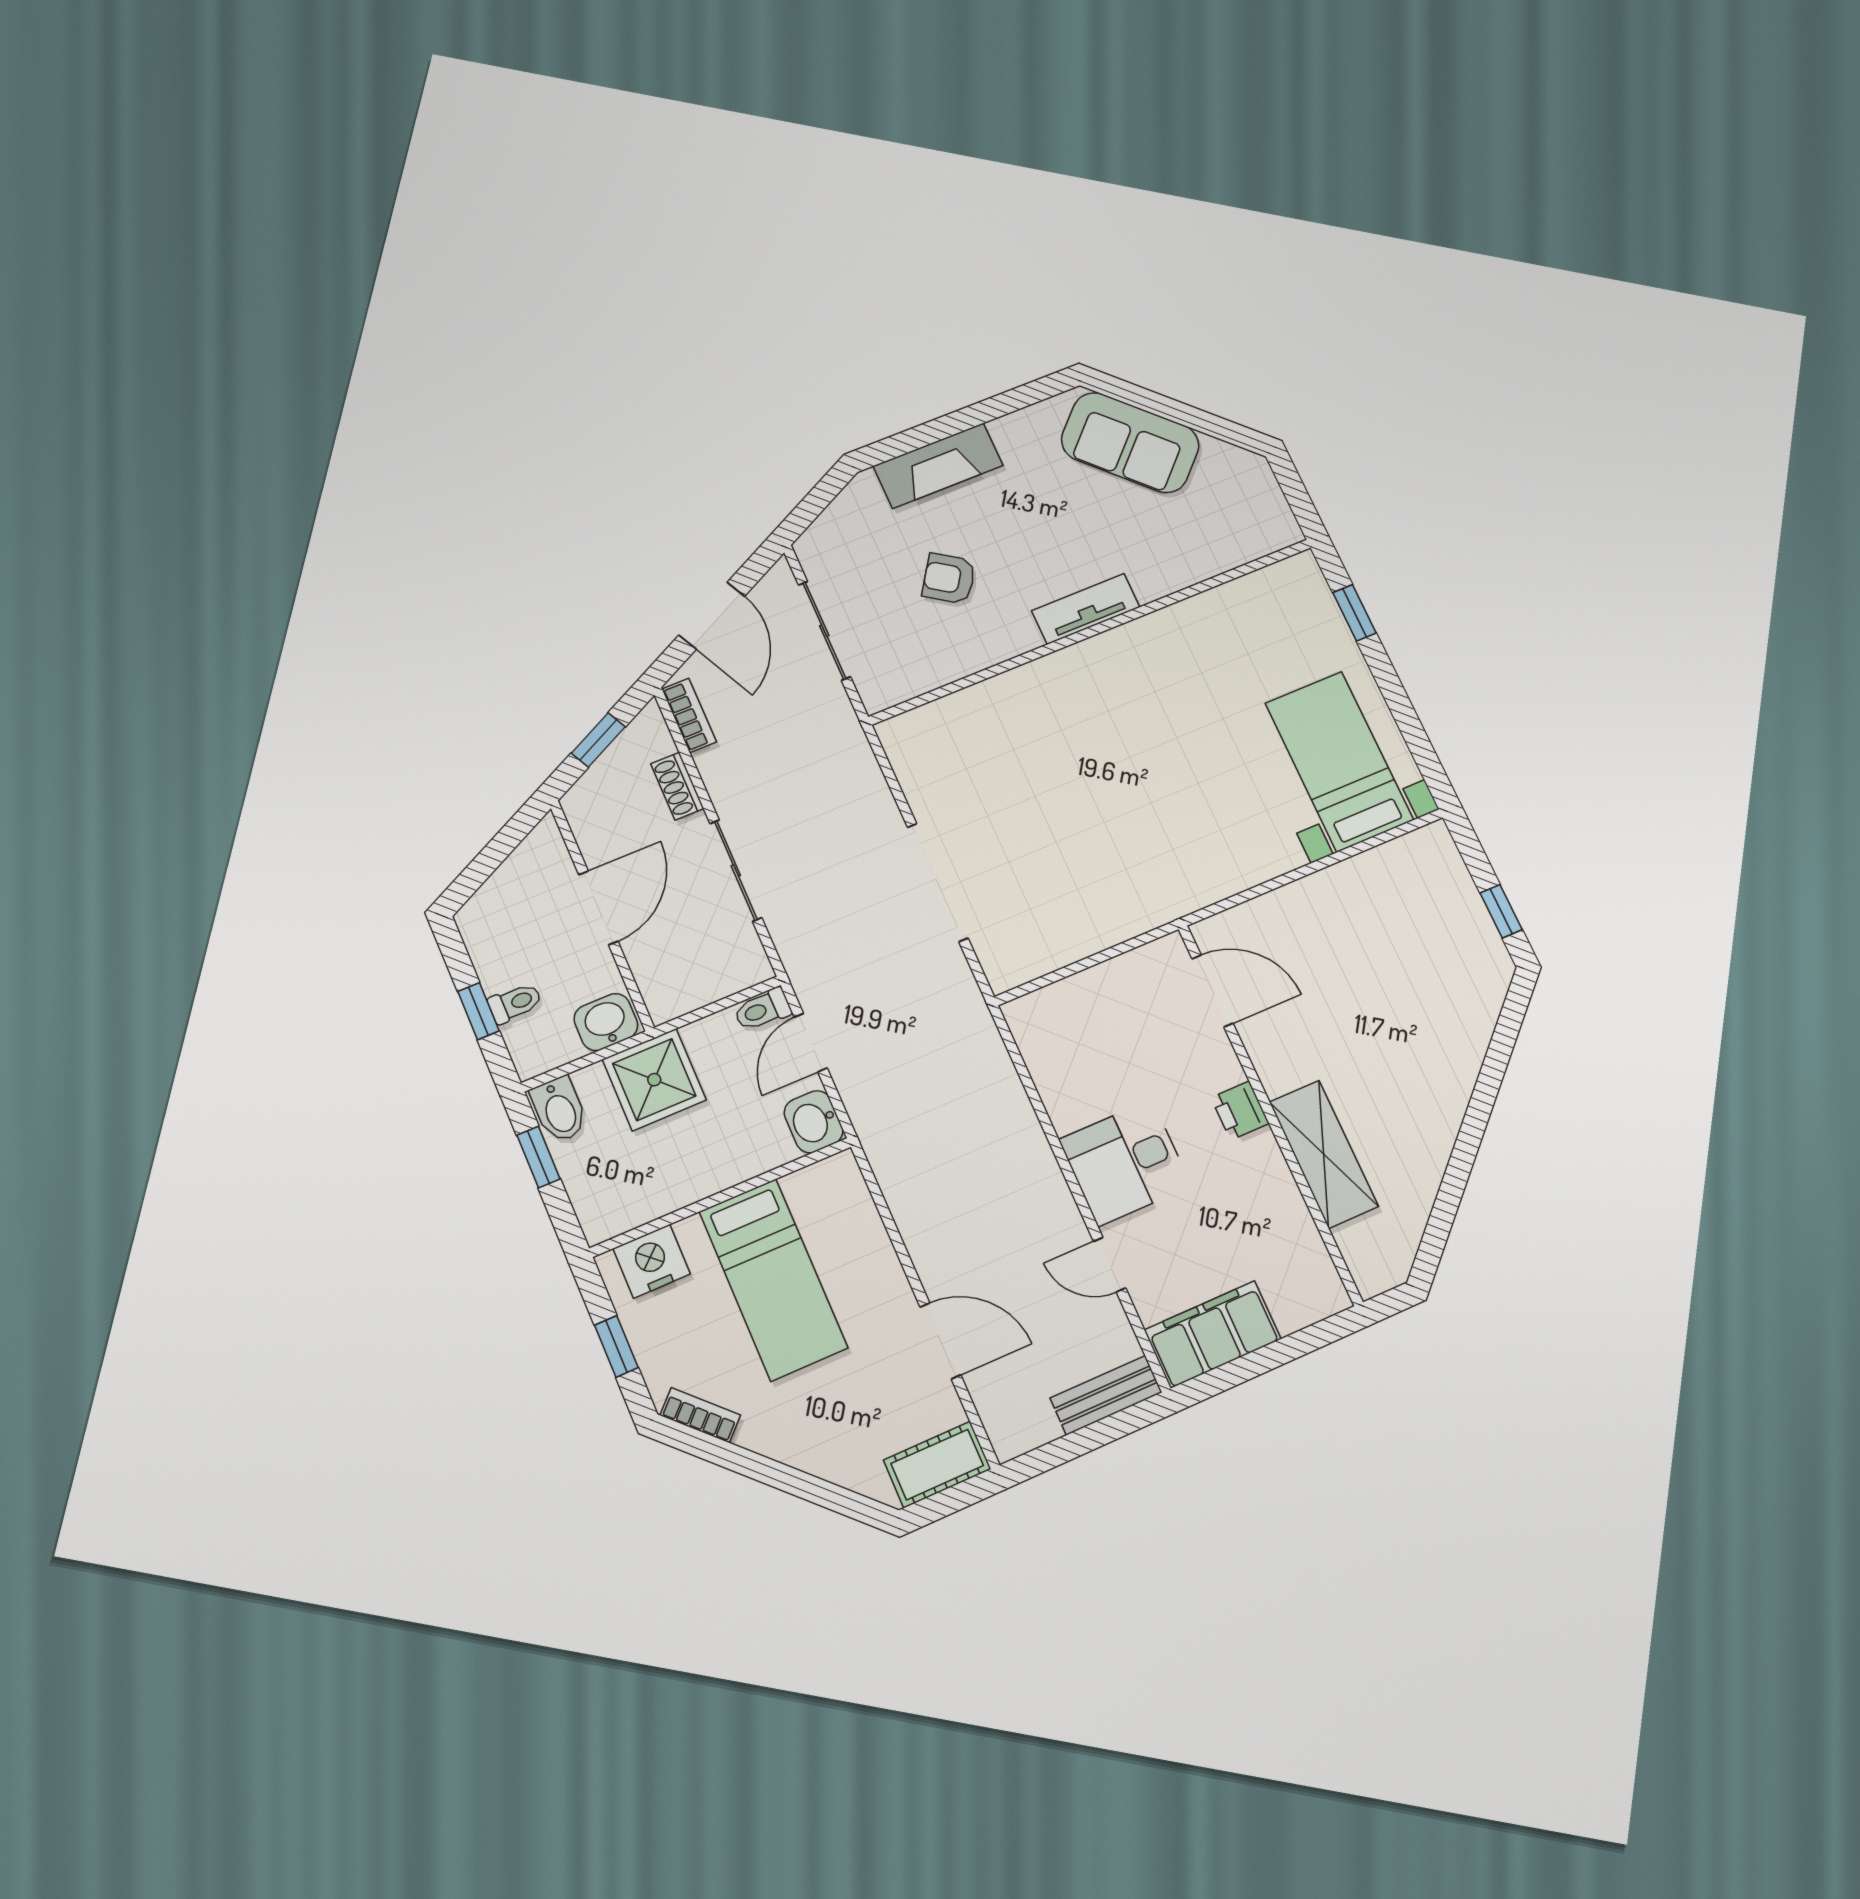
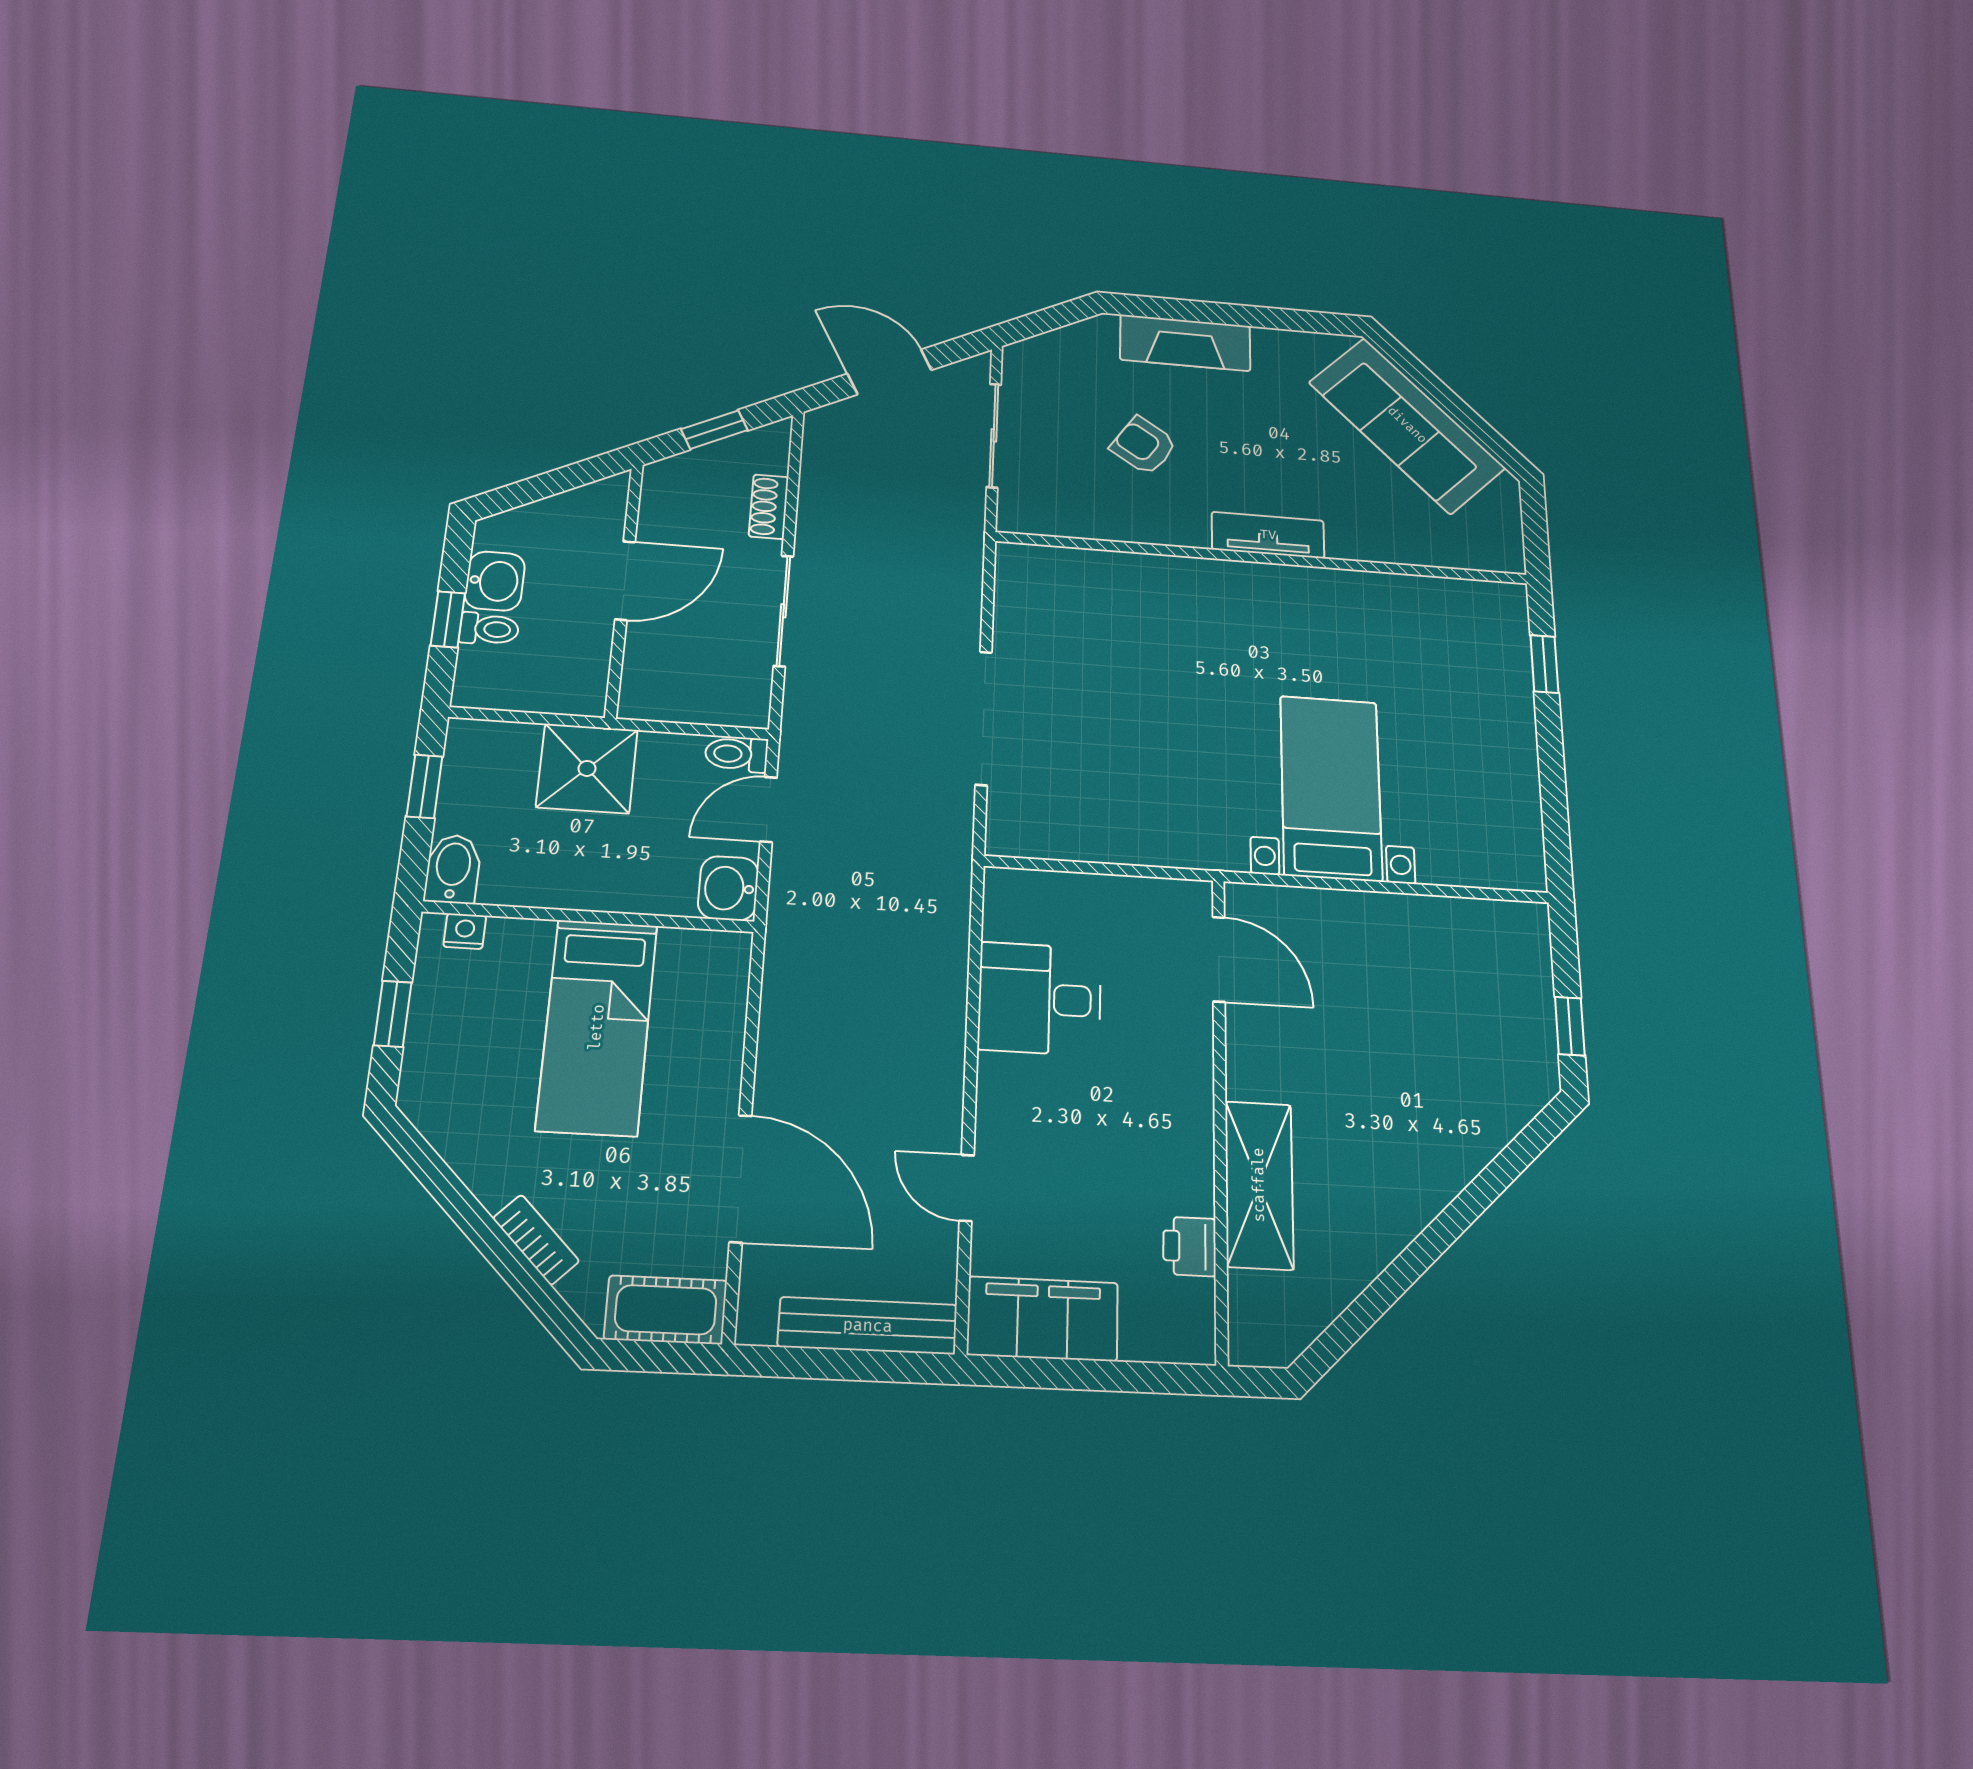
sofa: (1130, 443) -> (1407, 425), width x1.36
door: (712, 616) -> (890, 372), swing flipped
bookcase: (689, 715) -> (817, 449), removed
bed with nightstands: (1339, 761) -> (1331, 788), moved
washbasin: (606, 1022) -> (495, 581), moved, turned 90
bidet: (559, 1110) -> (453, 869), moved, turned 180
printer: (1240, 1110) -> (1190, 1246), moved
desk: (1125, 1163) -> (1040, 999), moved
nightstand: (652, 1261) -> (465, 931), width x0.53, depth x0.56
door: (940, 1341) -> (741, 1178), width x1.36
bench: (1106, 1395) -> (868, 1326), width x1.36
bookcase: (700, 1415) -> (536, 1240), moved

